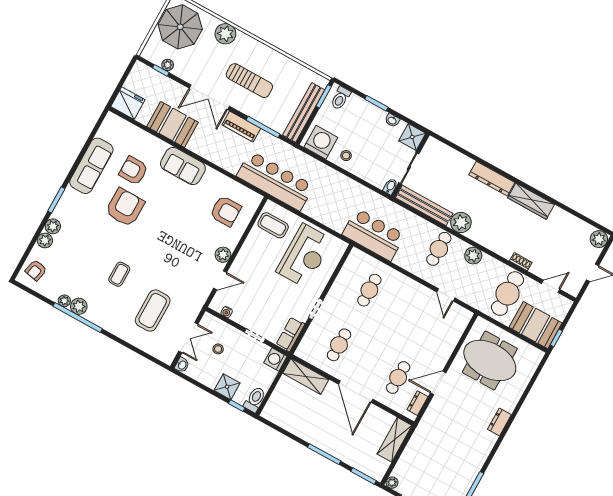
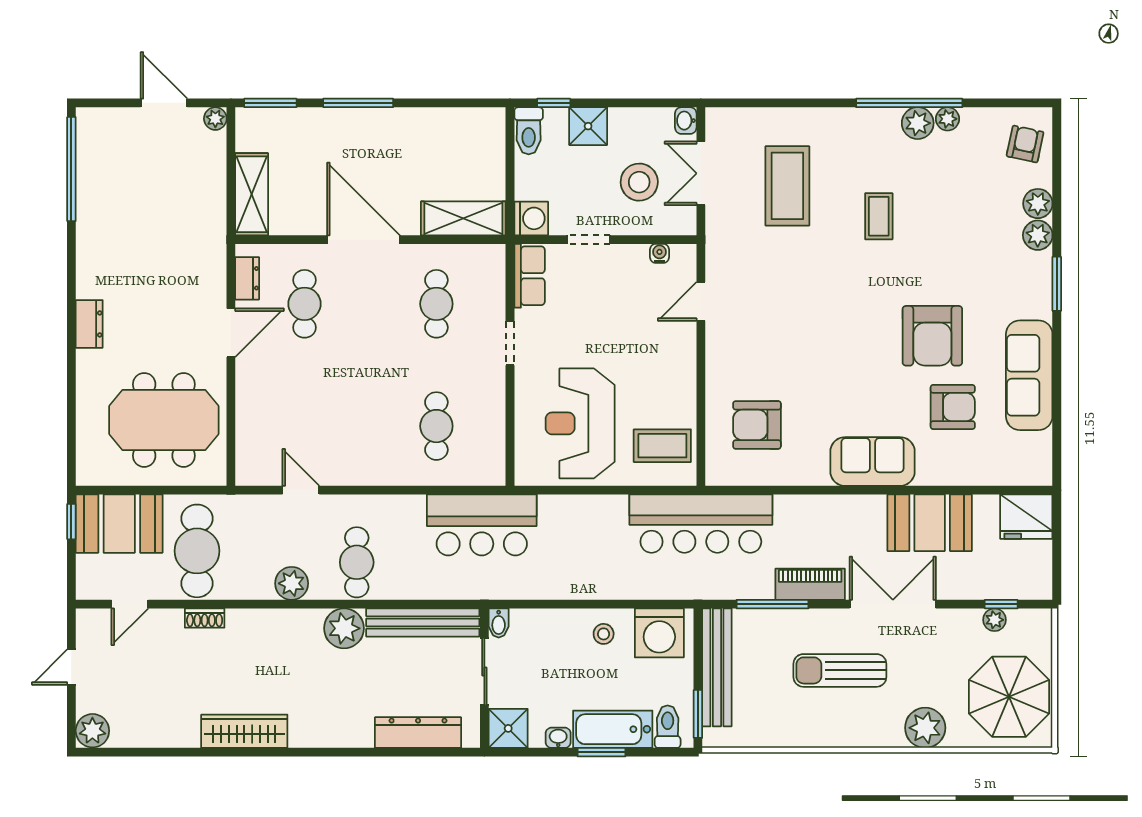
bathtub: (366, 111) -> (613, 729), added
dresser: (492, 179) -> (418, 733), moved
plant: (223, 255) -> (720, 348), removed
stool: (218, 349) -> (639, 182), width x1.89, depth x1.89

